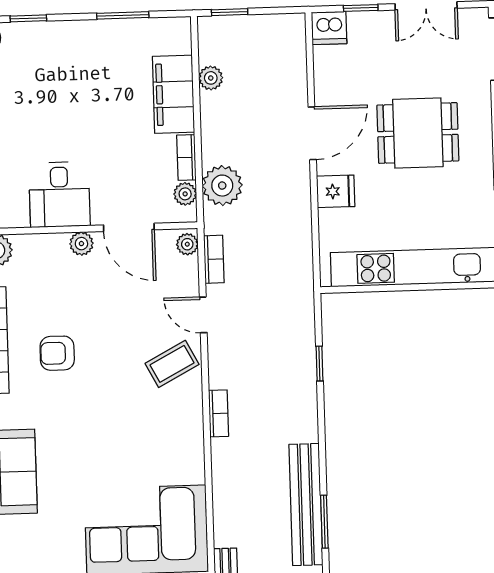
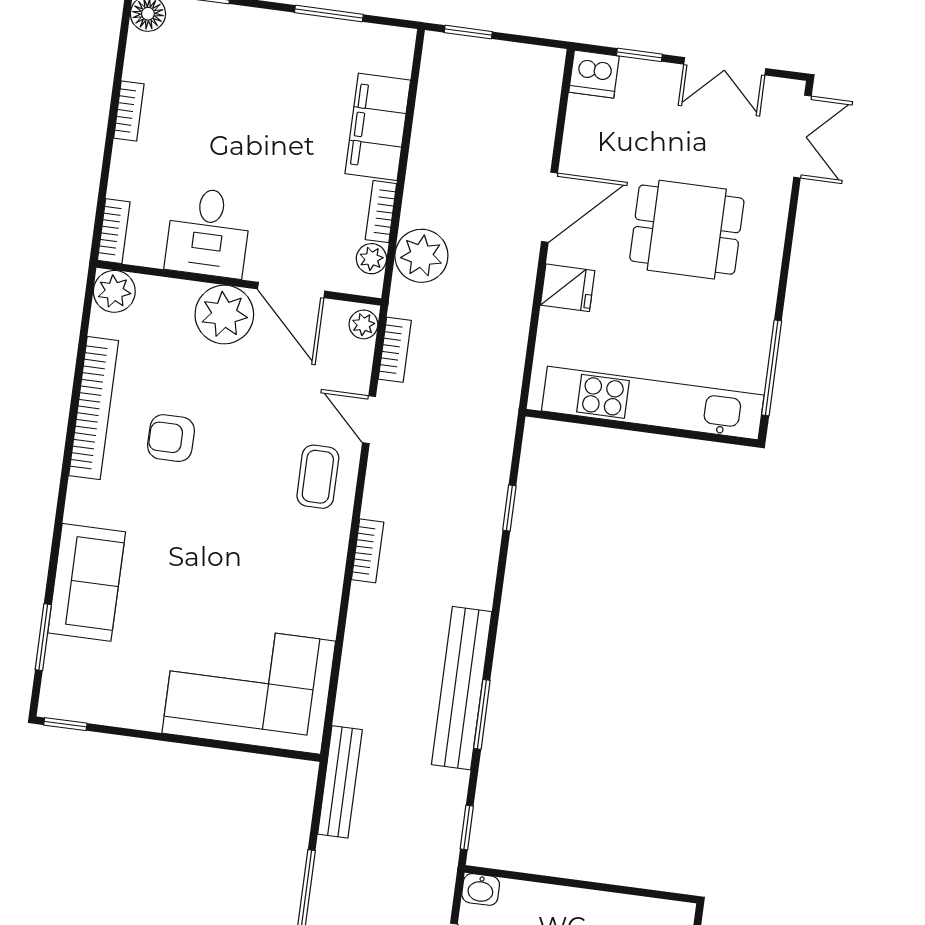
plant: (211, 78) -> (430, 114), removed
plant: (81, 244) -> (224, 314), width x1.87, depth x1.87
coffee table: (172, 364) -> (318, 477), turned -62

